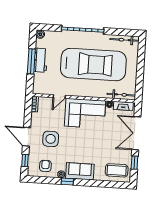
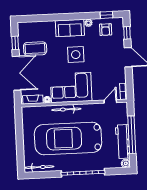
workbench: (41, 60) -> (123, 142), width x1.38
window: (31, 61) -> (132, 135), width x1.46
bicycle: (121, 95) -> (66, 109), moved
door: (59, 97) -> (110, 101), moved
side table: (51, 139) -> (76, 55), moved
coffee table: (117, 170) -> (35, 49), moved
window: (67, 182) -> (107, 15), moved

